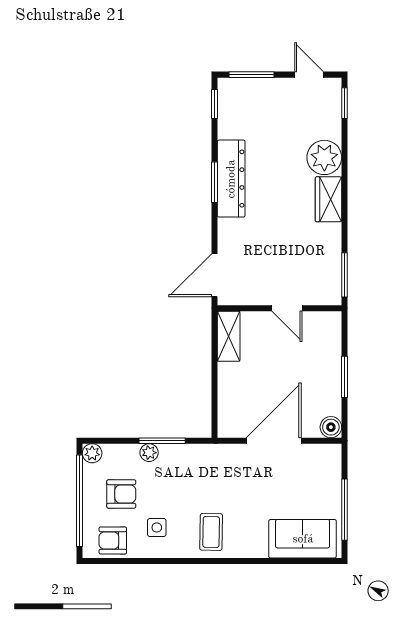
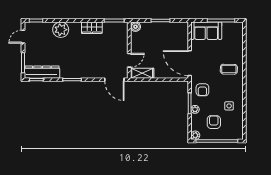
dresser: (231, 179) -> (42, 72), moved
wardrobe: (328, 199) -> (92, 28), moved
door: (287, 308) -> (129, 60), moved
boiler: (331, 427) -> (135, 27), moved
door: (274, 441) -> (190, 63), moved
coffee table: (211, 532) -> (229, 69), moved
sofa: (303, 539) -> (206, 31), moved, turned -90
armchair: (113, 541) -> (202, 90), moved

